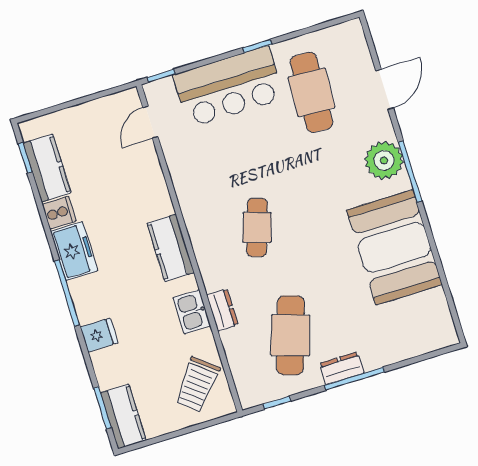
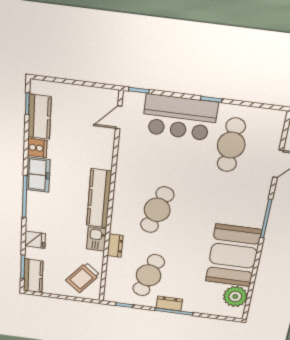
plant: (384, 160) -> (235, 296), moved
cafe table: (257, 227) -> (157, 210), width x1.37, depth x1.35
kitchen counter: (171, 248) -> (99, 199), width x1.50
fridge: (99, 335) -> (35, 240), moved

